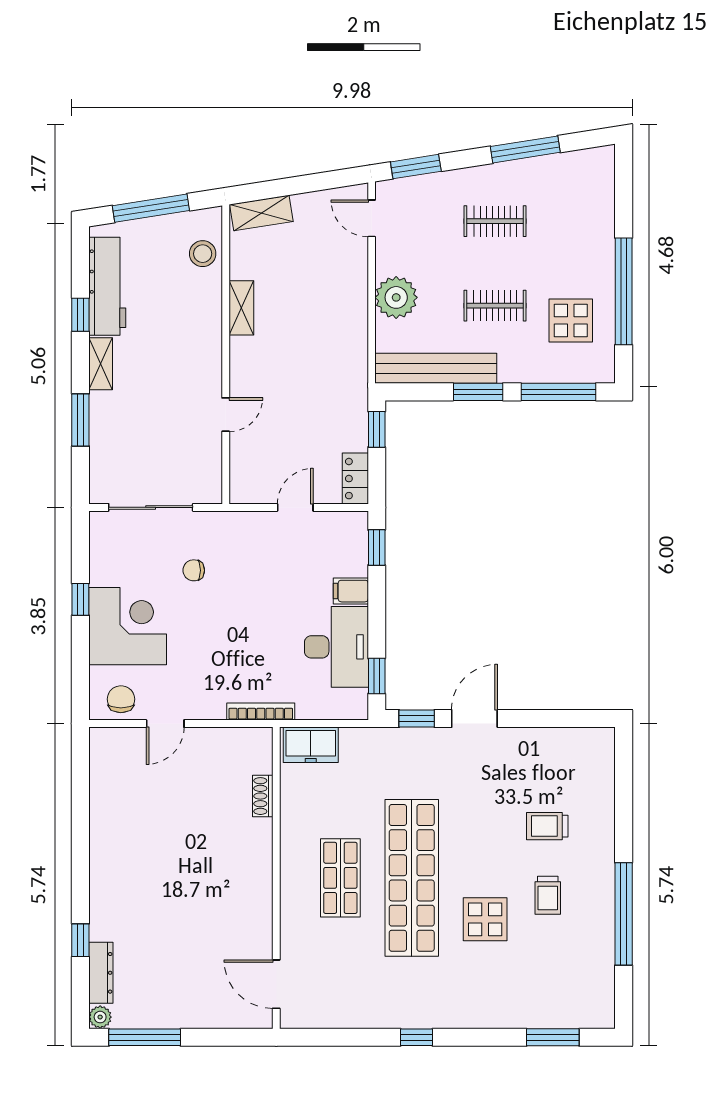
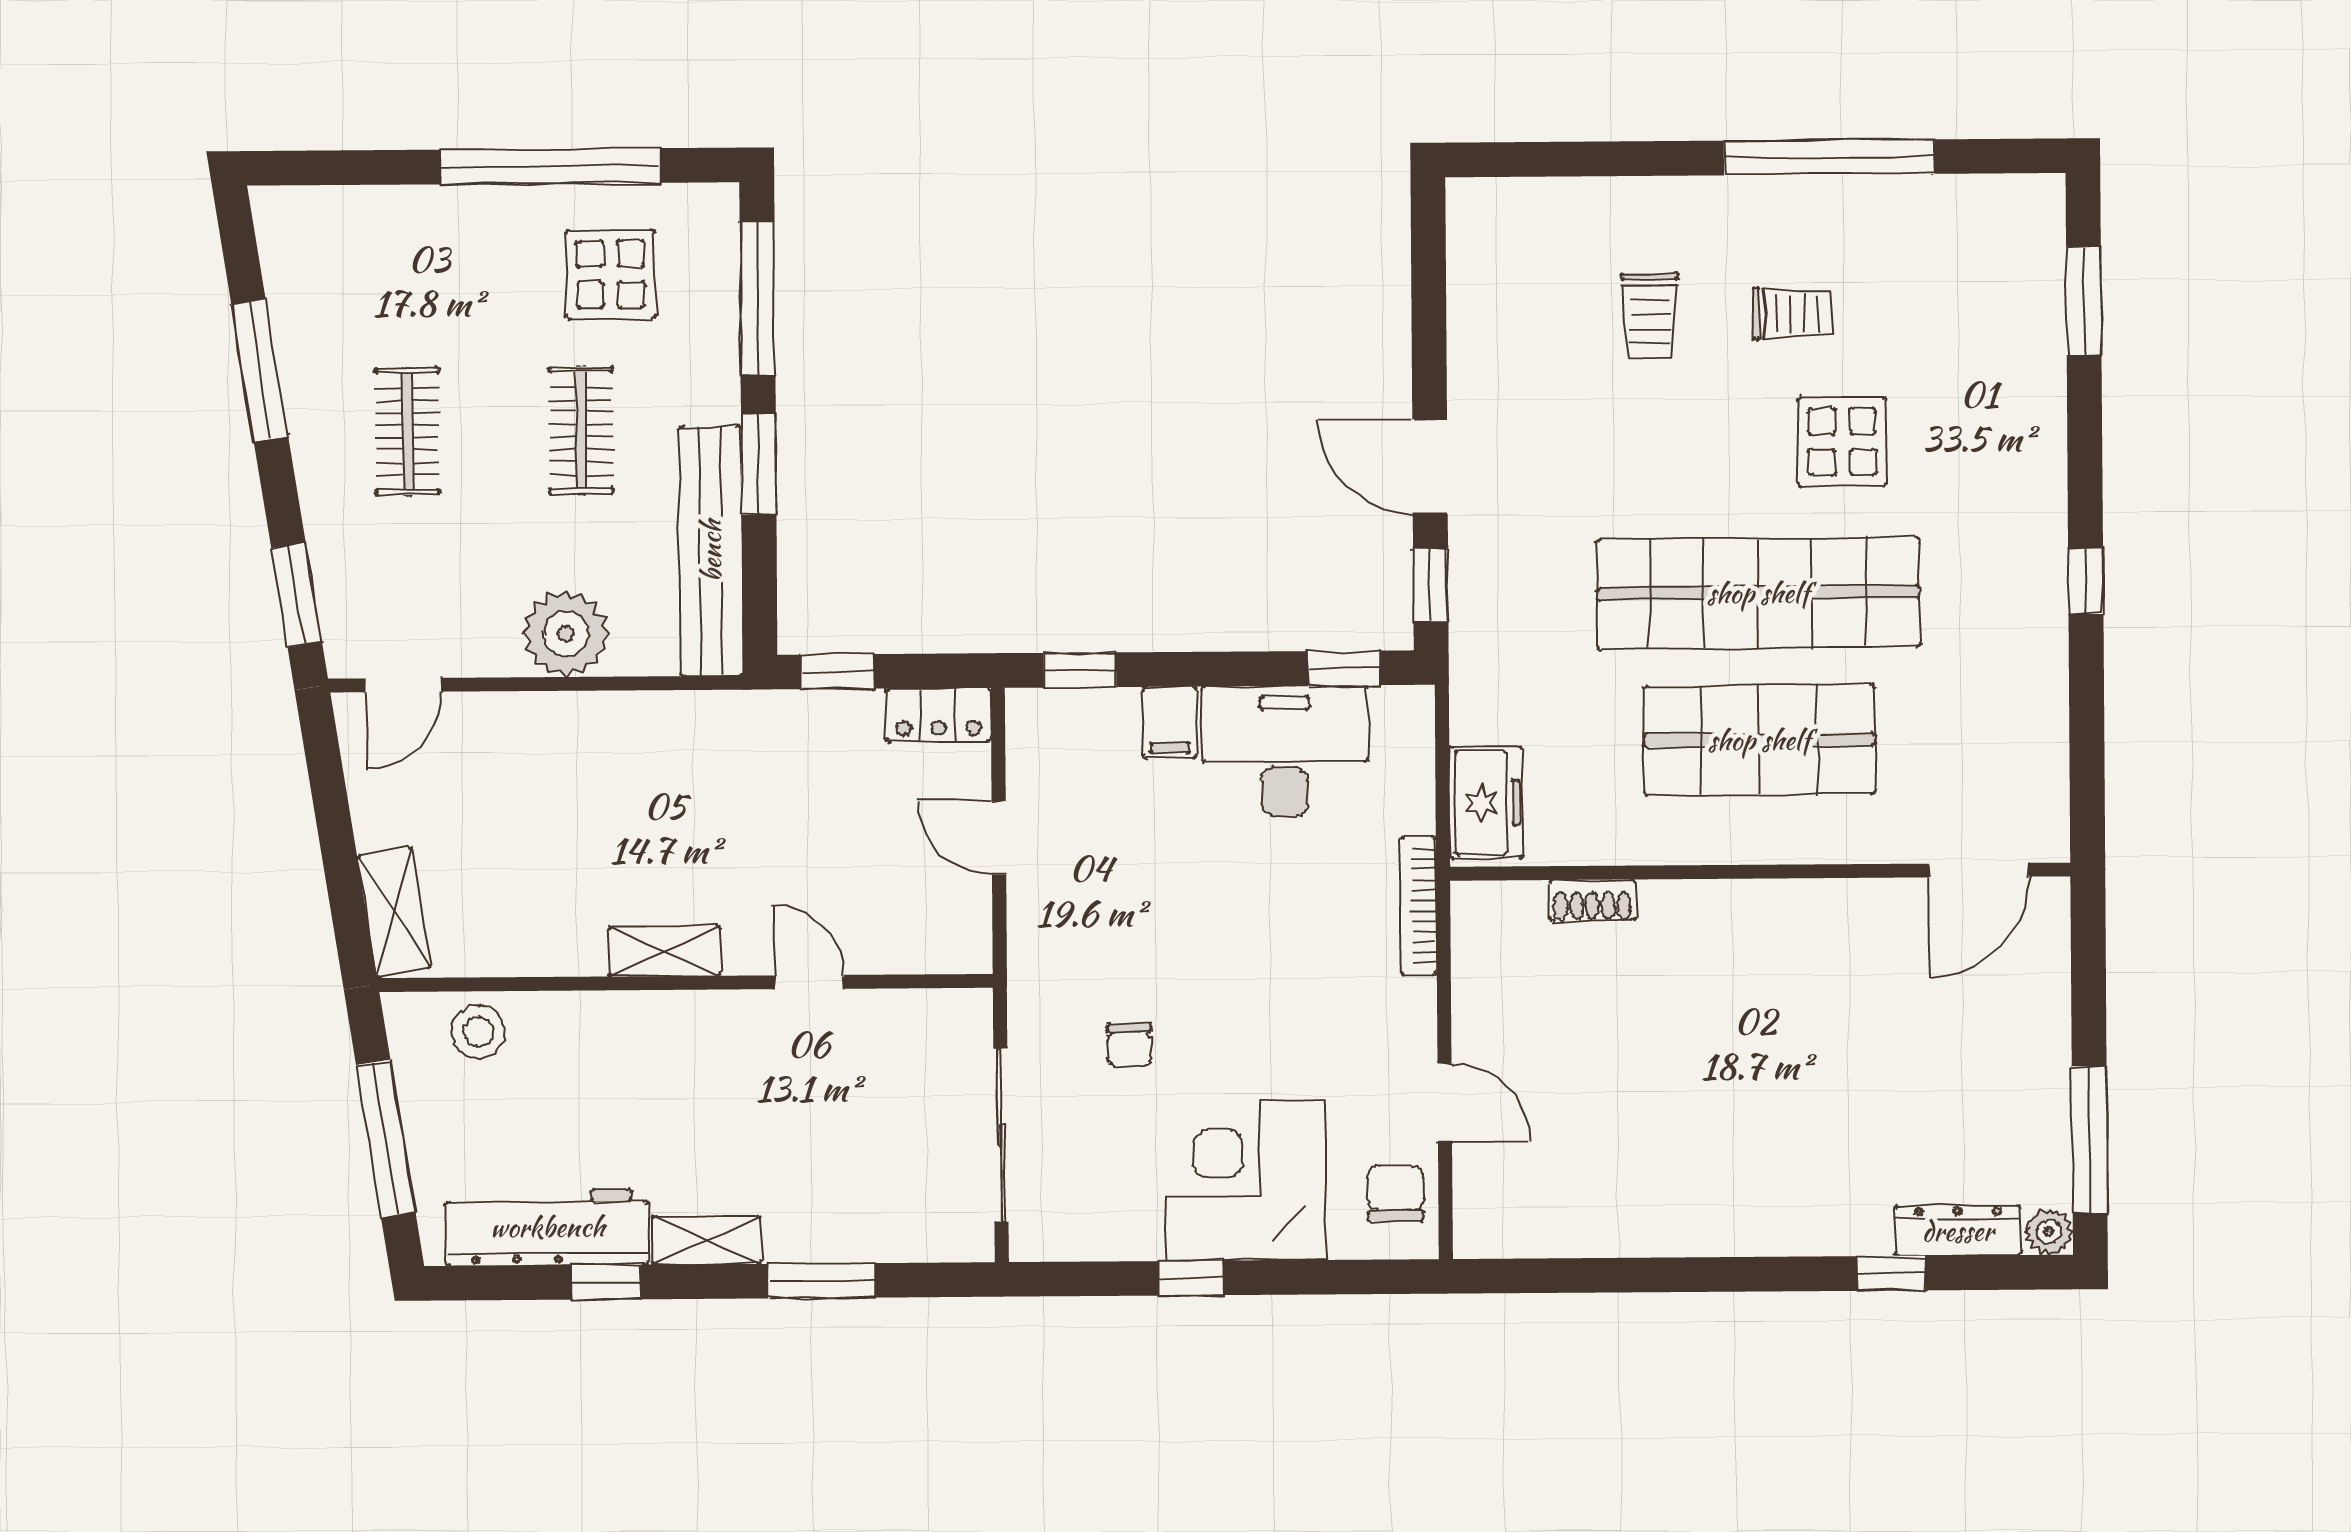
shelving: (241, 308) -> (664, 951), moved
chair: (121, 699) -> (1395, 1193), turned 90
shop shelf: (340, 878) -> (1759, 740), width x1.43, depth x1.36

